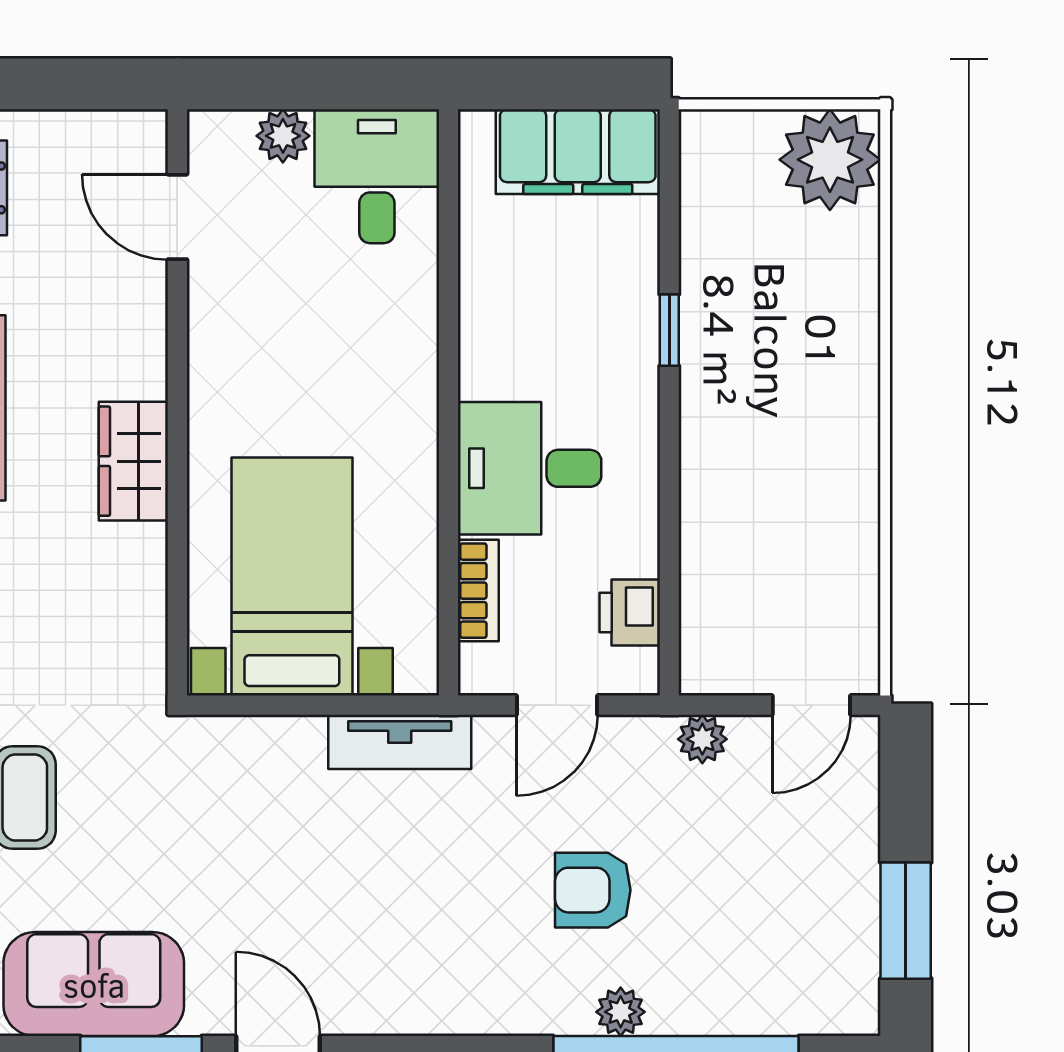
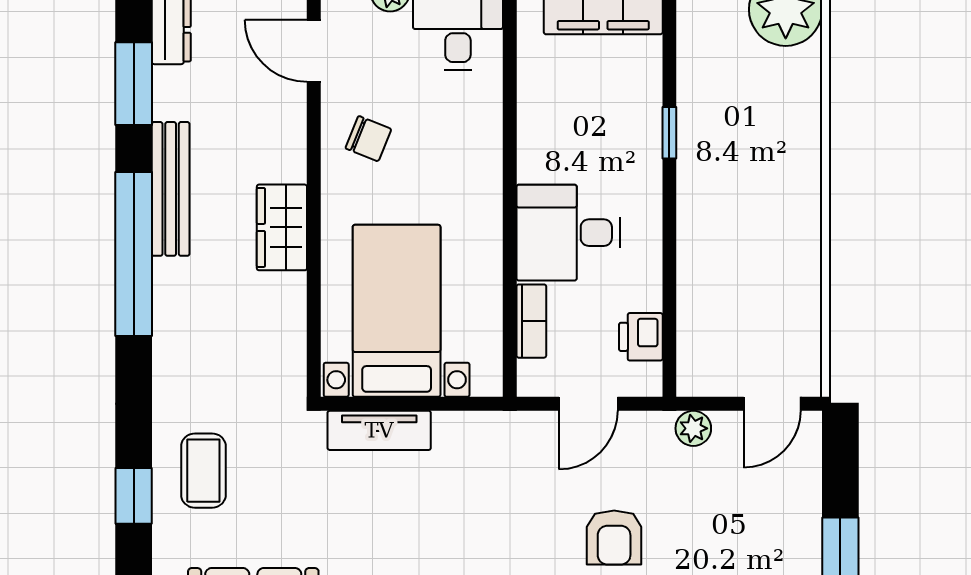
chair: (253, 338) -> (368, 139), added
tv unit: (400, 742) -> (379, 430), moved
armchair: (593, 890) -> (614, 538), turned -90

